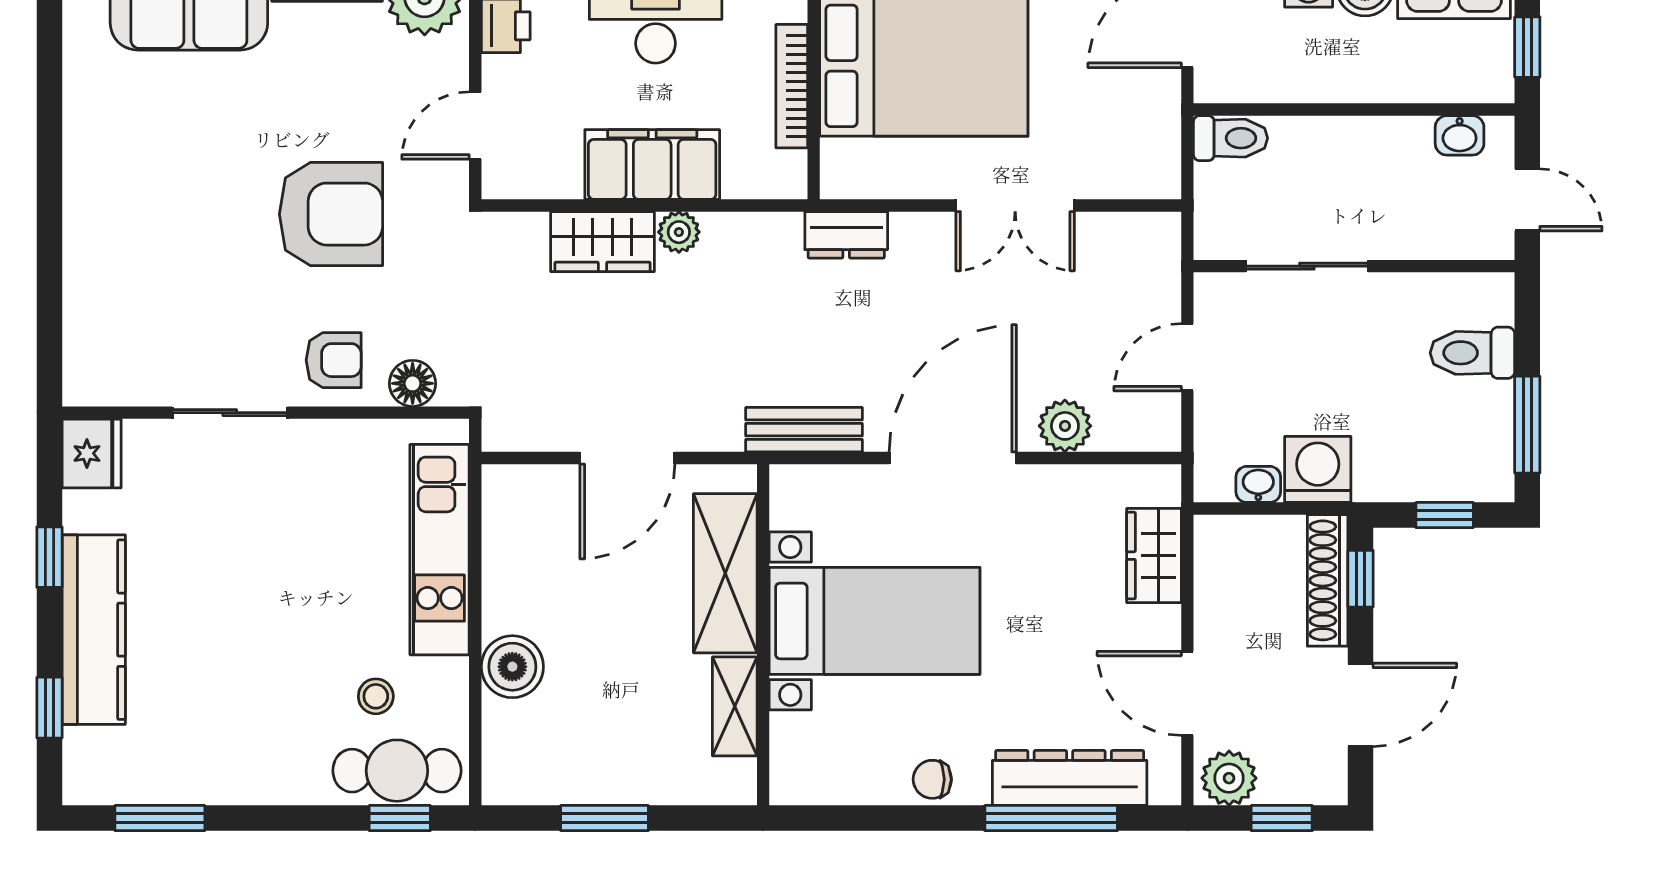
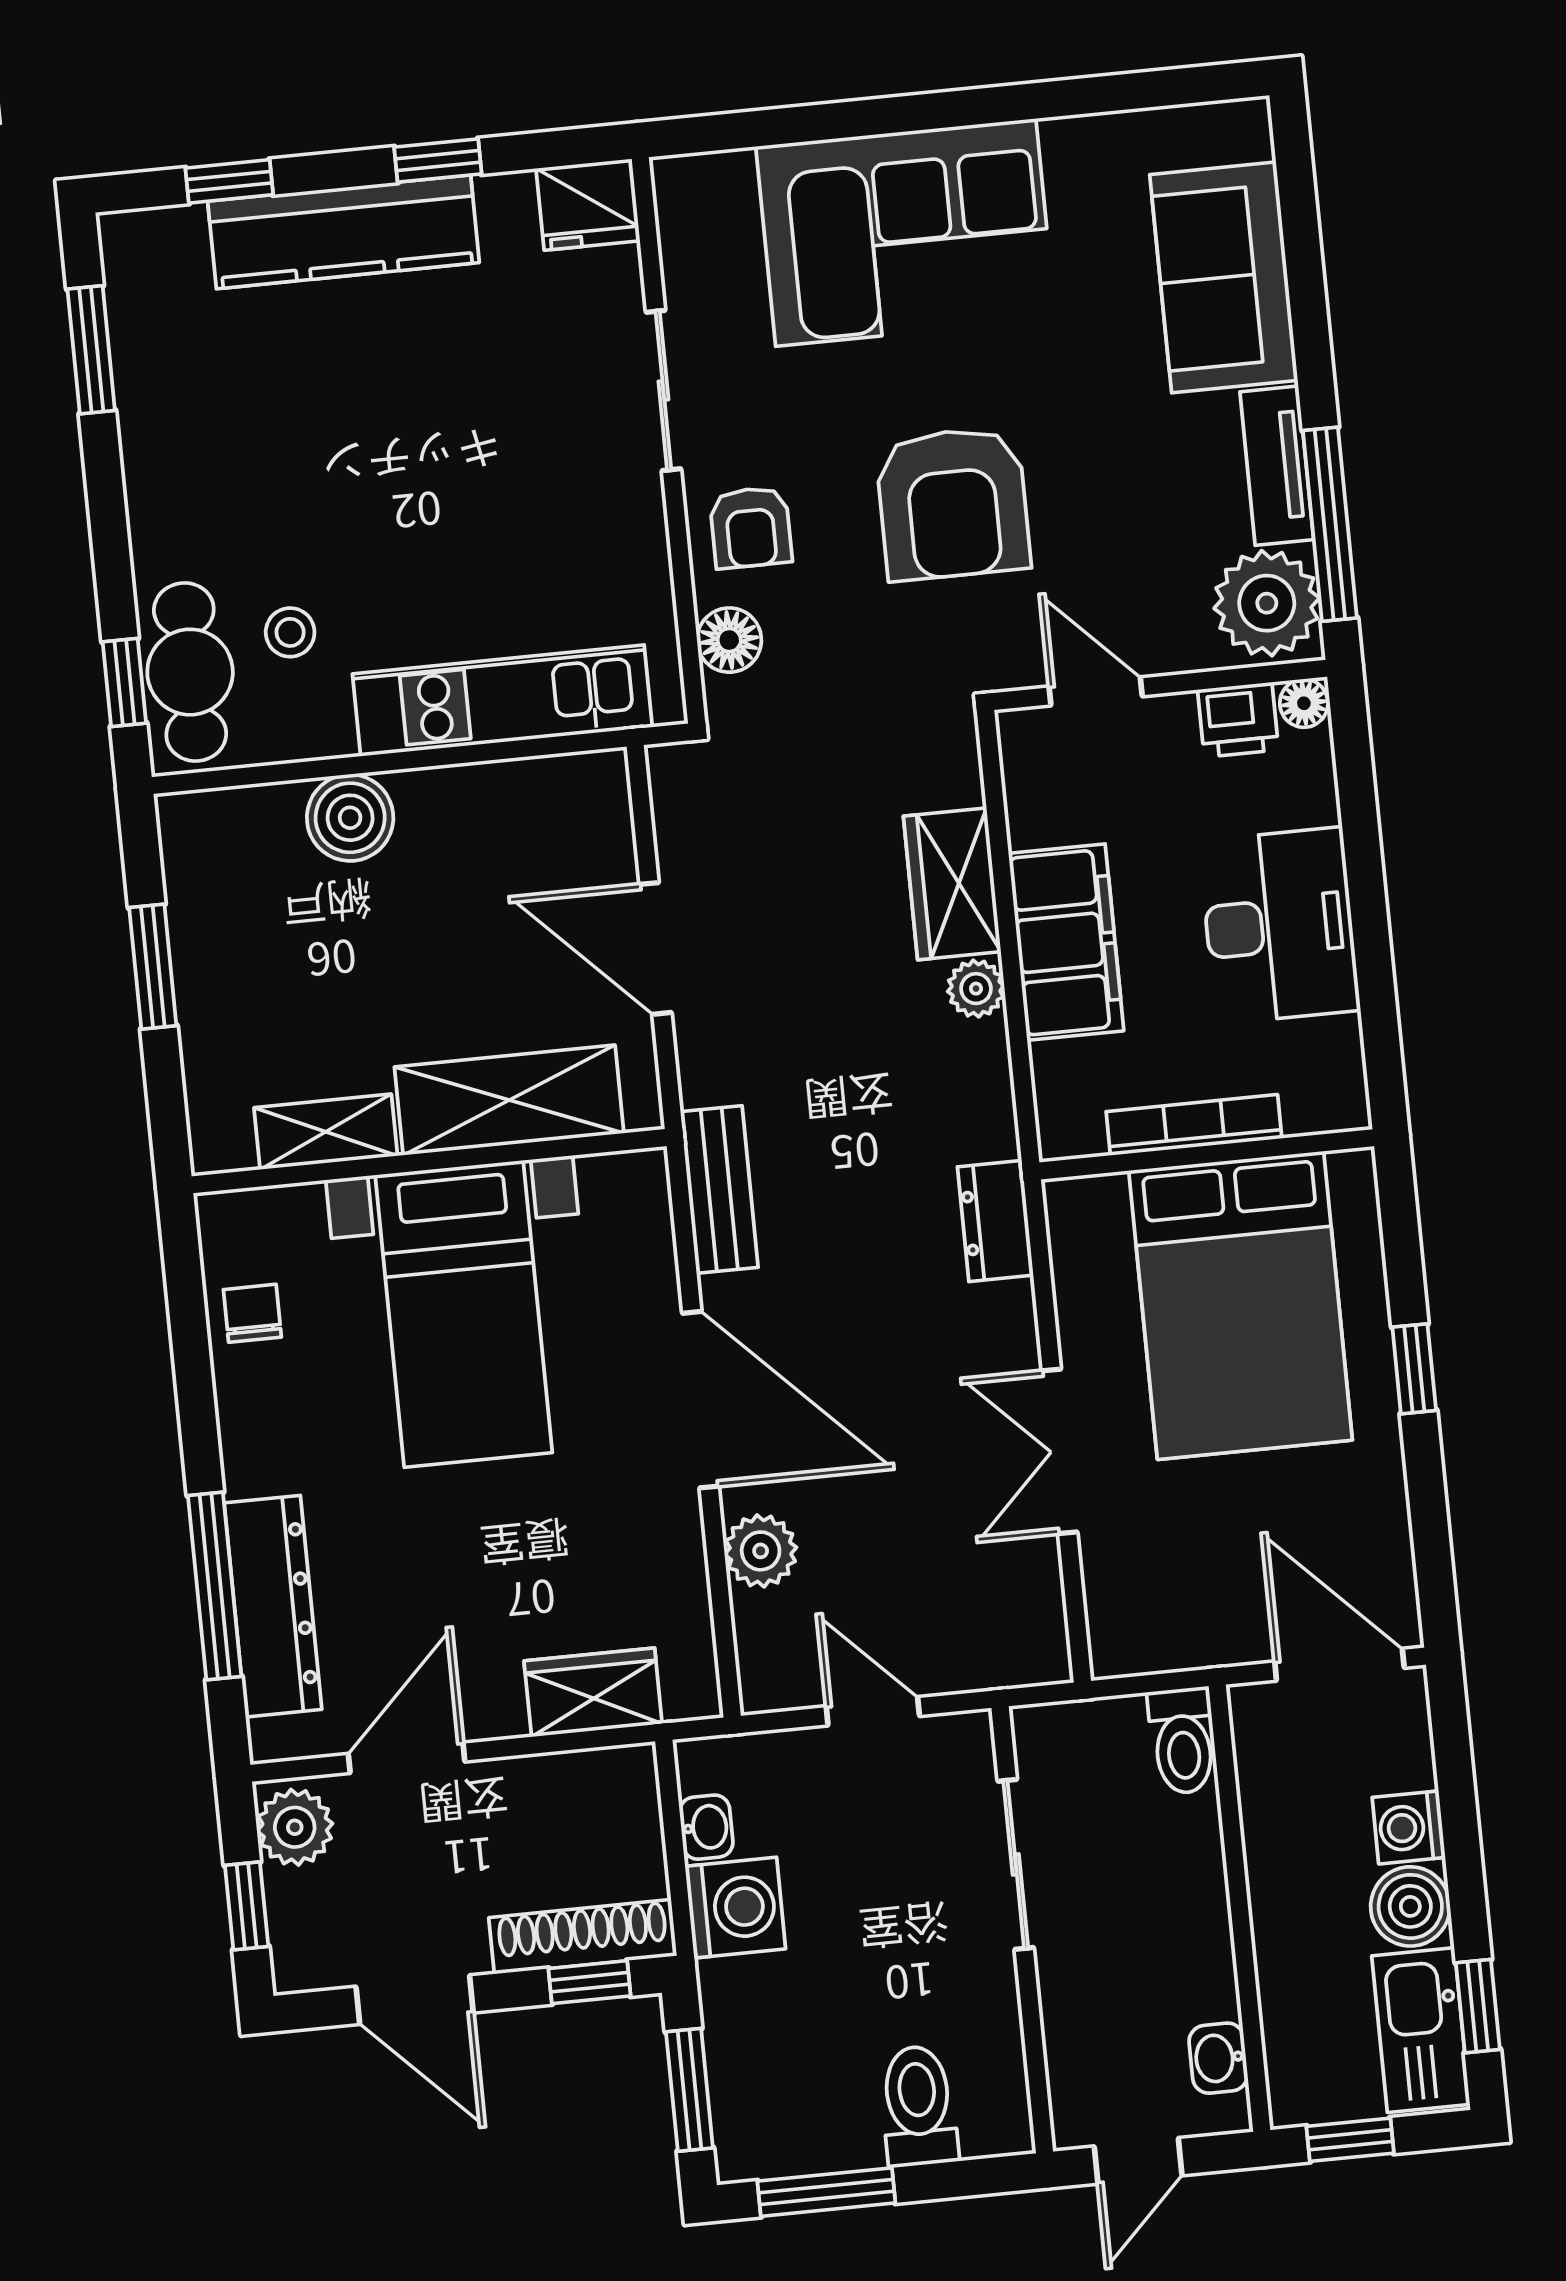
corner sofa: (134, 228) -> (906, 233), added
window: (1445, 515) -> (689, 2090), width x1.50
chair: (932, 779) -> (252, 1313), moved

